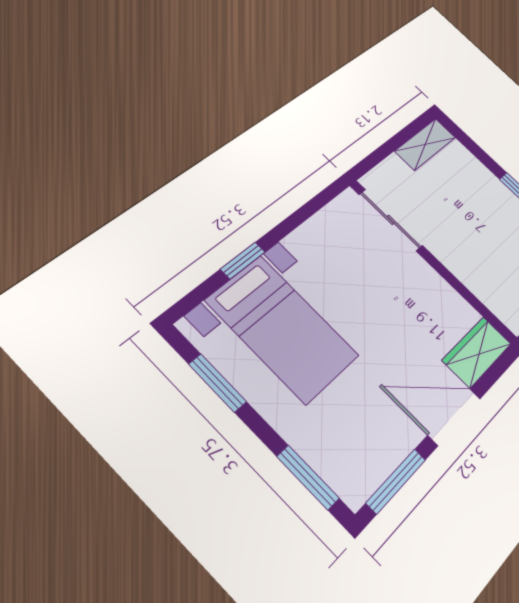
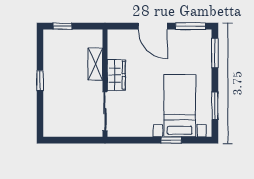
shelving: (425, 144) -> (95, 64), moved, turned 90
wardrobe: (477, 352) -> (116, 75), moved, turned -90

